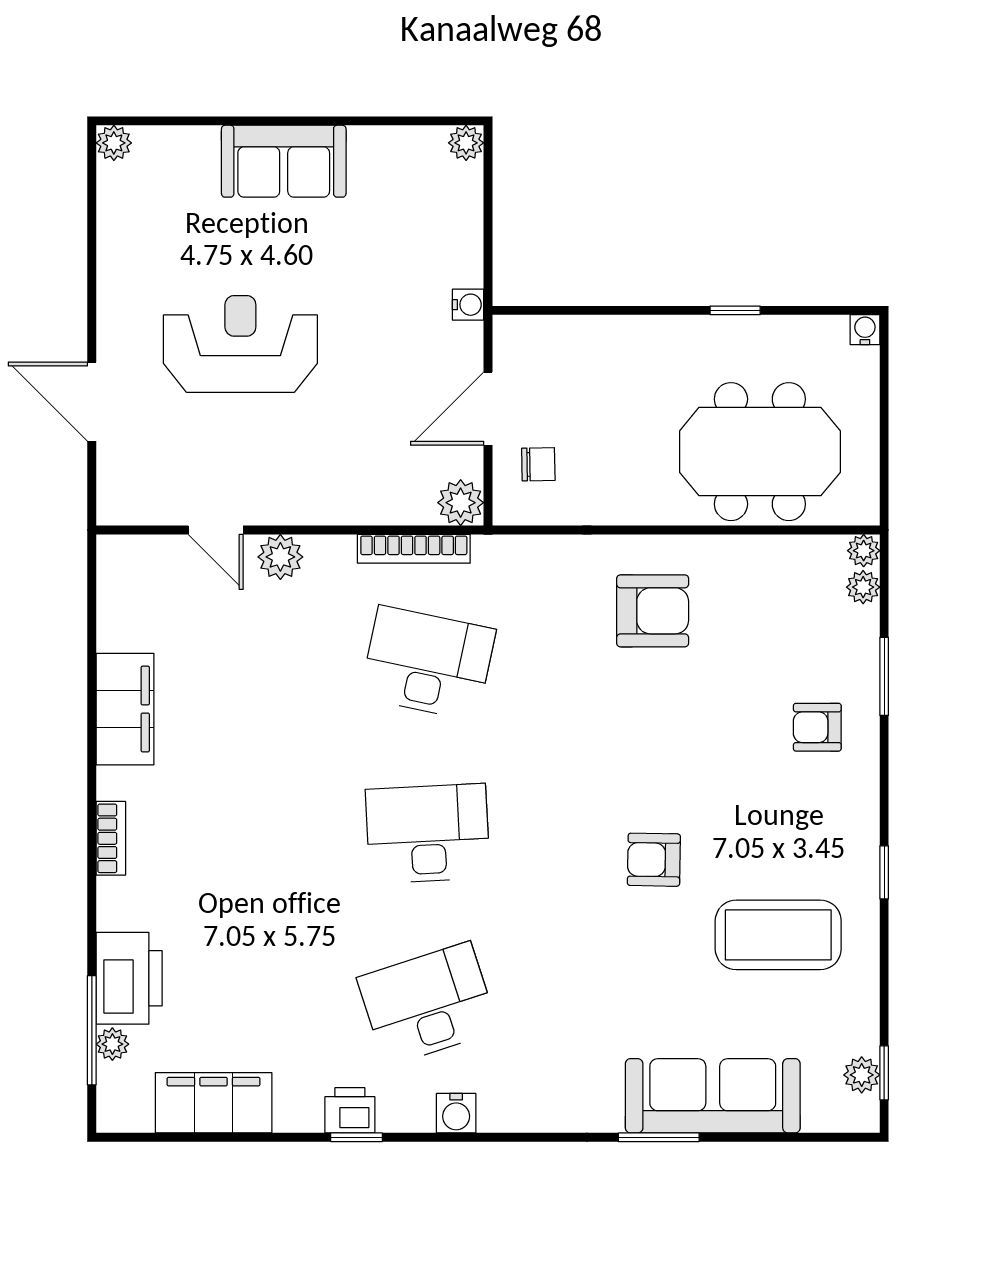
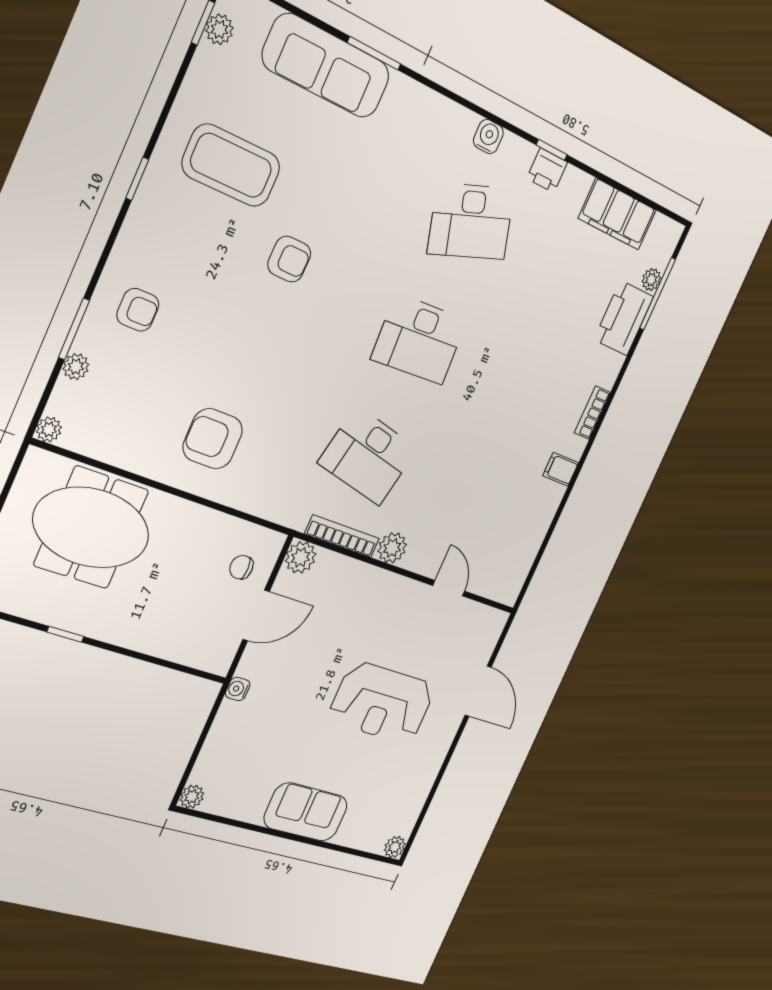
plant: (280, 557) -> (392, 548), moved
plant: (863, 587) -> (76, 367), moved
filing cabinet: (125, 709) -> (561, 469), width x0.33, depth x0.86

